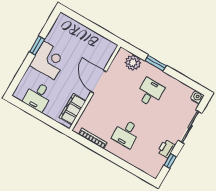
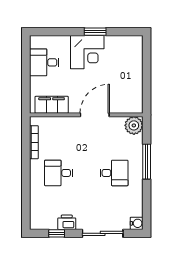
plant: (133, 63) -> (134, 125), moved
window: (156, 63) -> (147, 162), width x1.44

